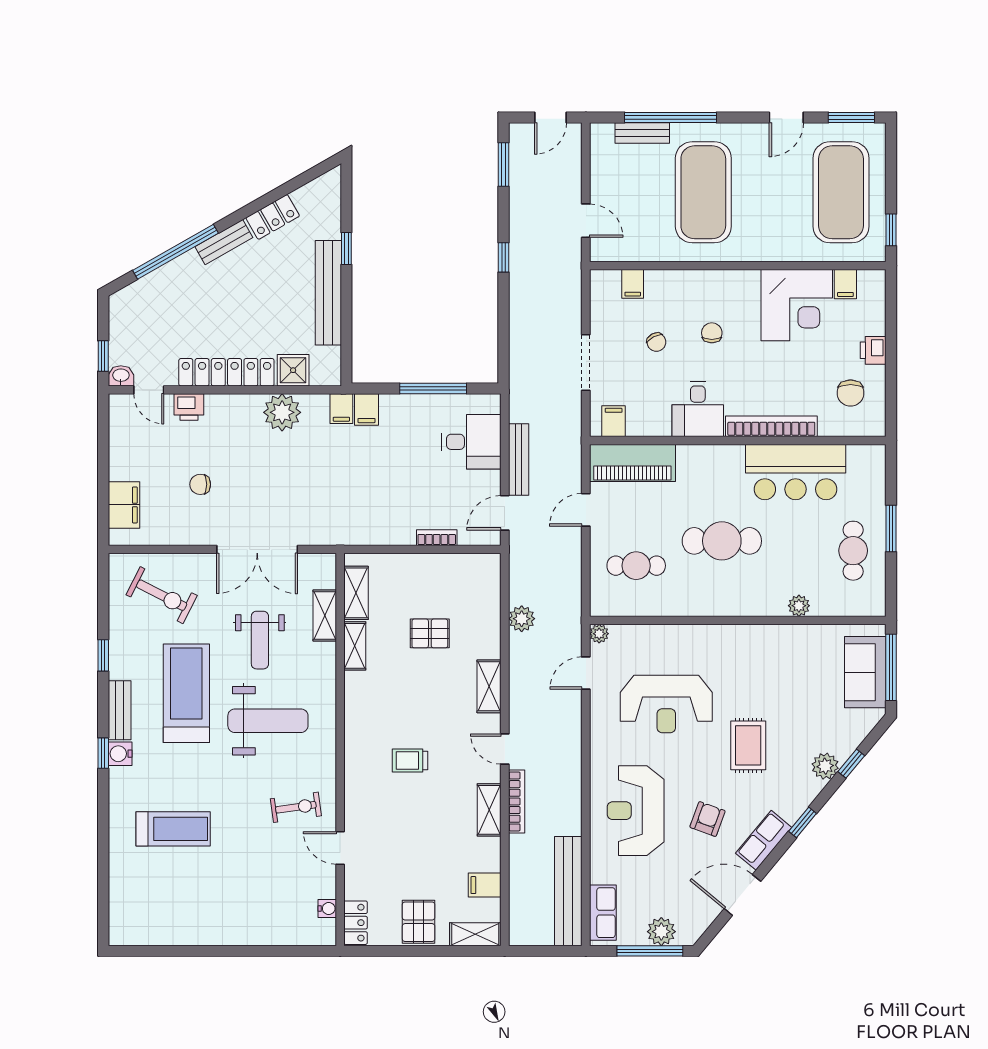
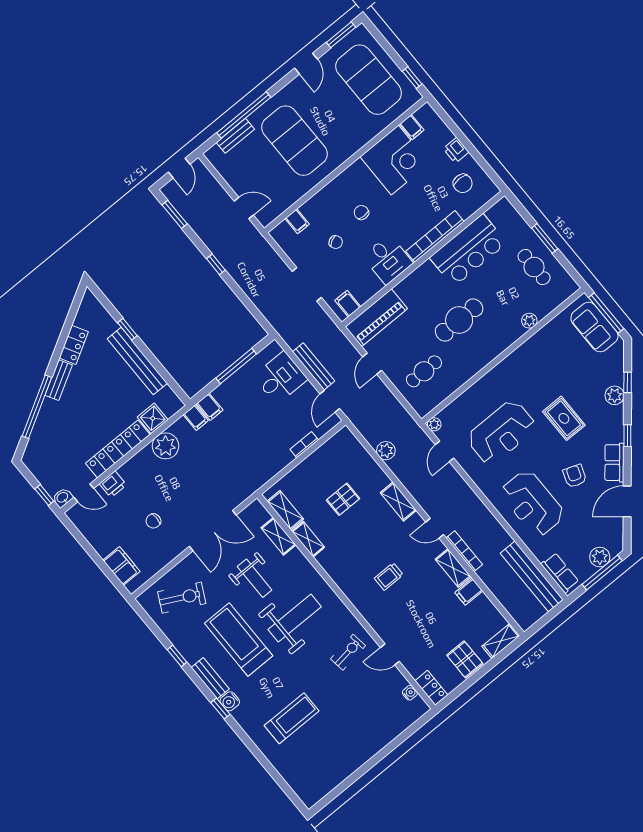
filing cabinet: (485, 885) -> (469, 592), moved

